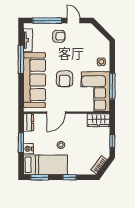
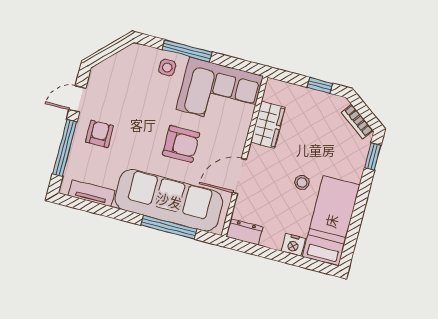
window: (21, 60) -> (169, 227), moved
window: (112, 86) -> (187, 51), moved
door: (56, 113) -> (239, 176), swing flipped
wardrobe: (99, 120) -> (268, 125), moved
window: (21, 143) -> (278, 256), removed
window: (40, 177) -> (351, 238), removed
window: (69, 177) -> (373, 156), moved

